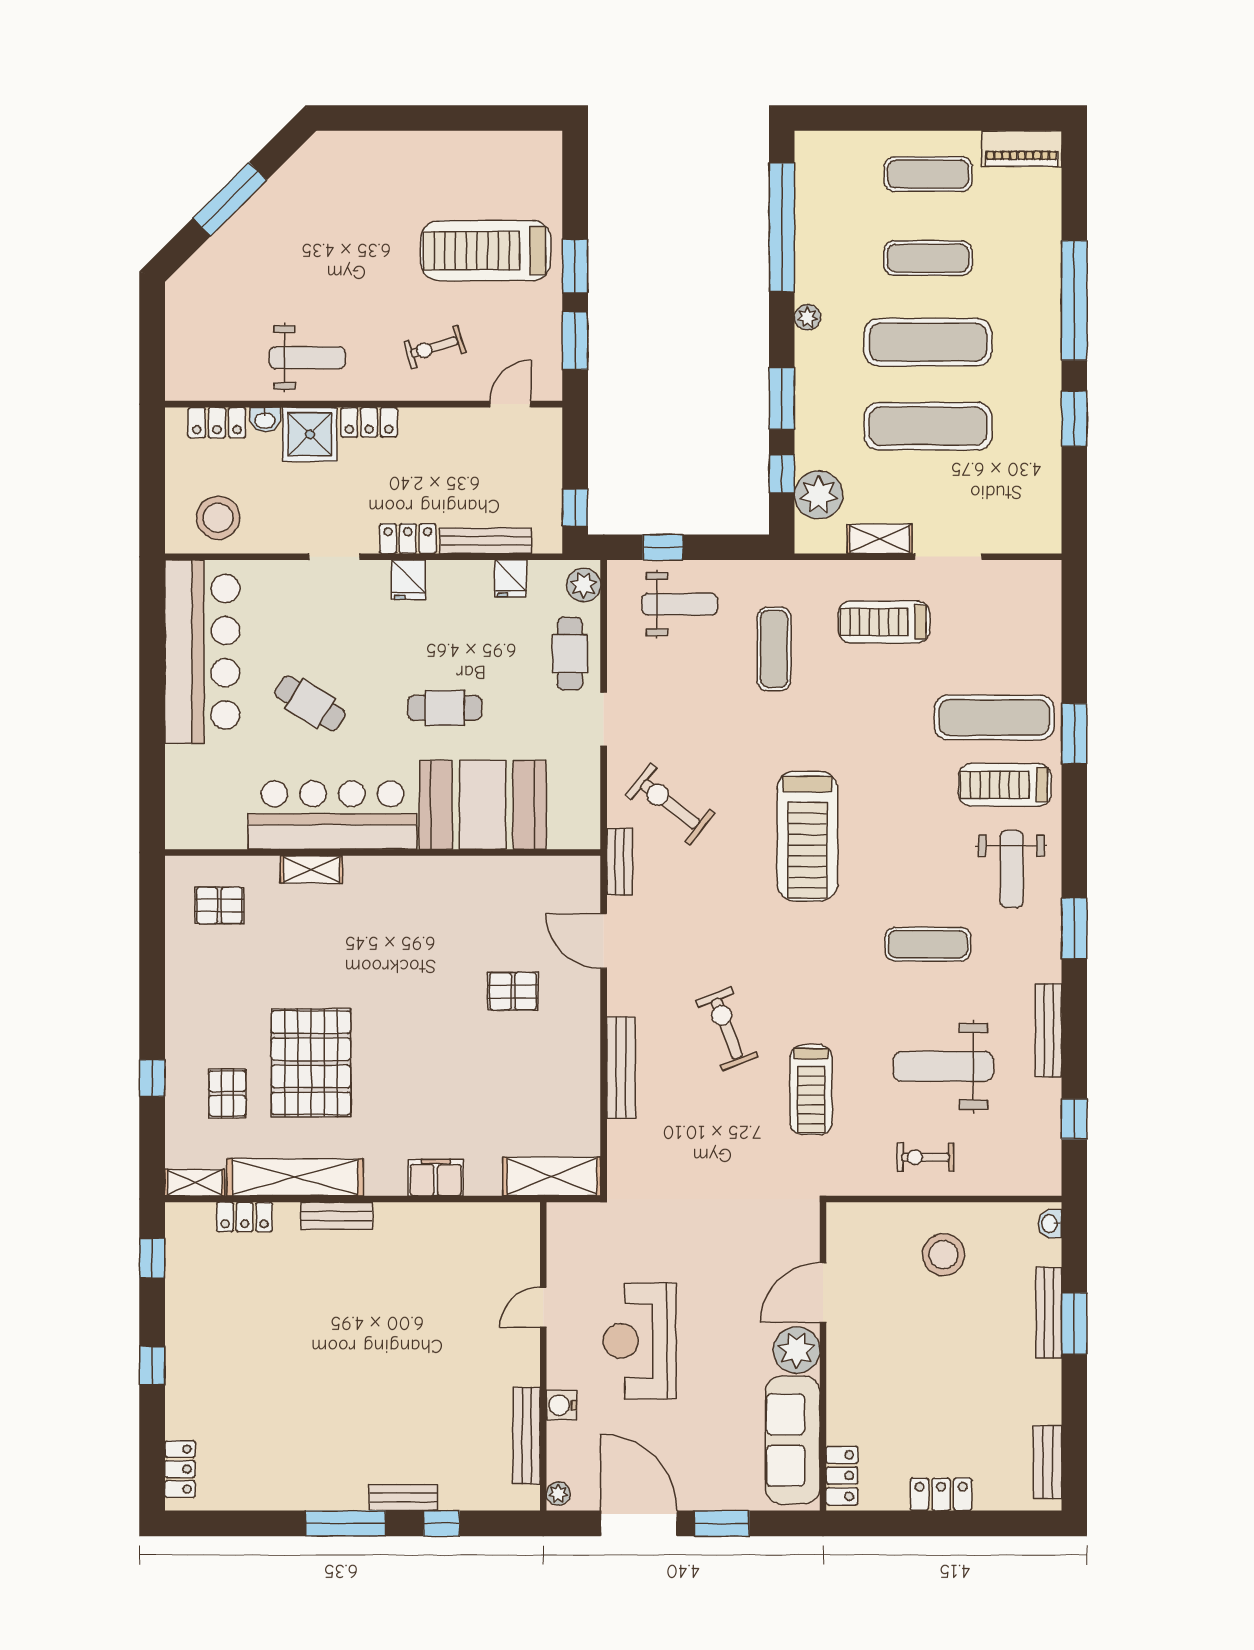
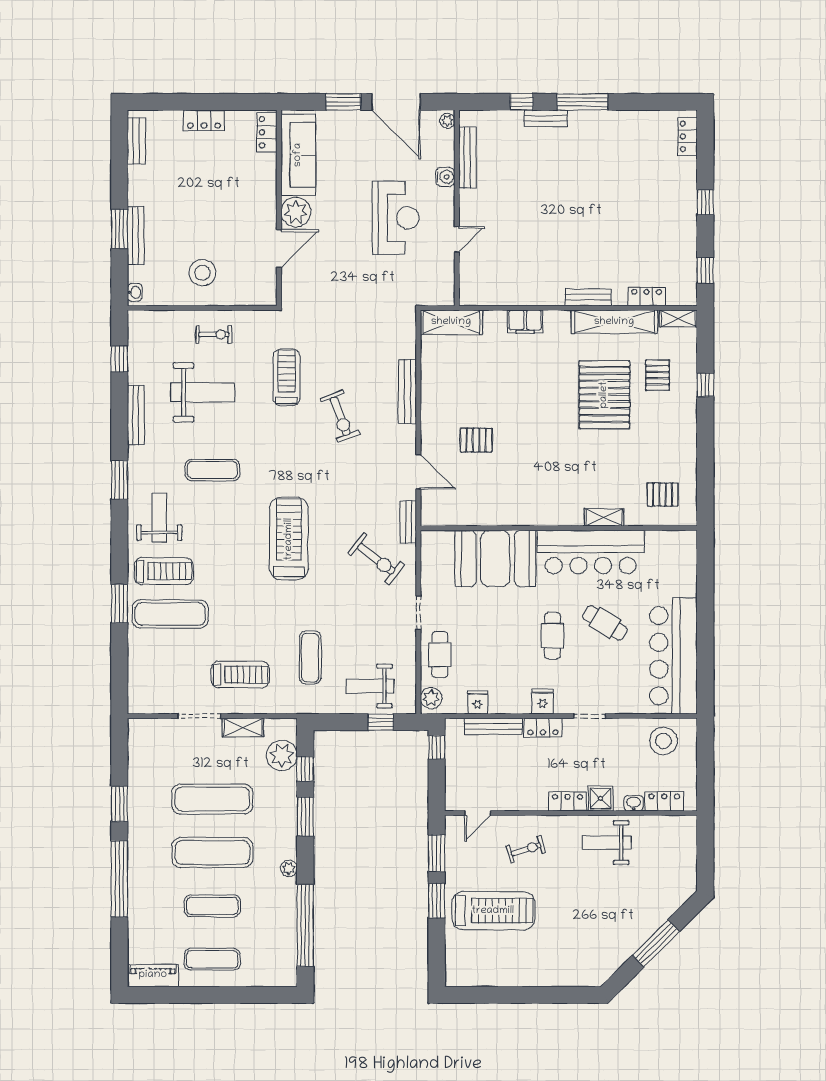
shower: (310, 434) -> (601, 798), width x0.73, depth x0.73
cafe table: (445, 708) -> (552, 636), moved, turned 90

